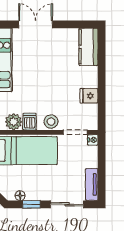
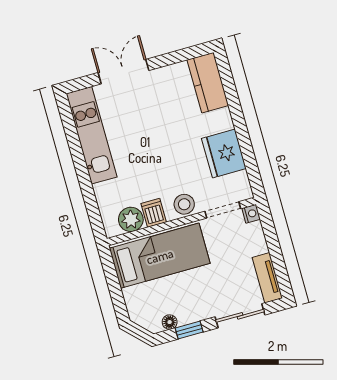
fridge: (89, 96) -> (224, 153), width x1.88, depth x1.34

